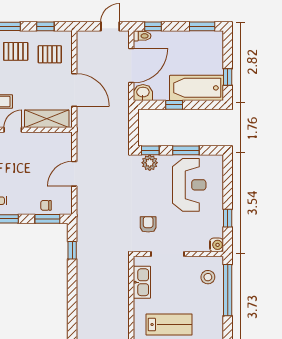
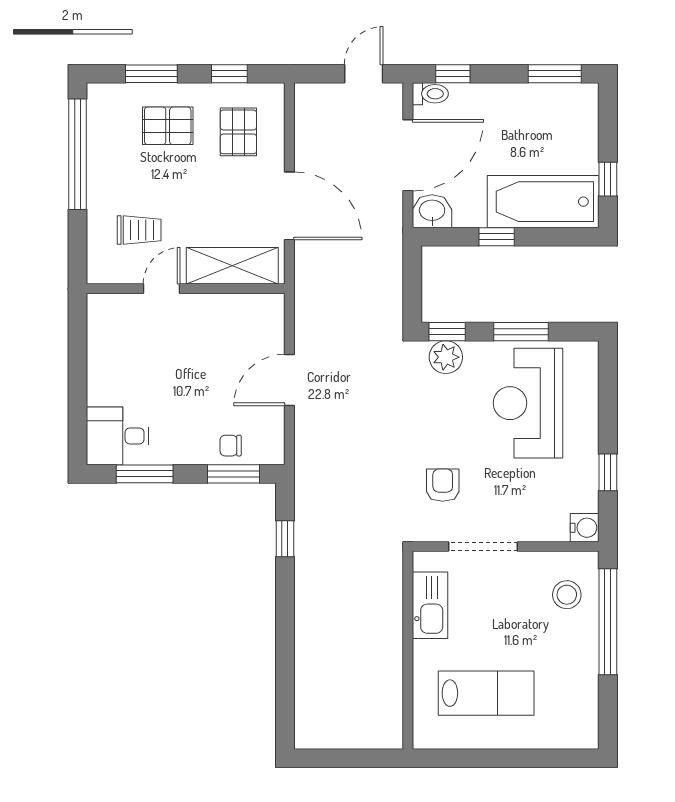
pallet: (50, 54) -> (238, 132), turned 90
reception desk: (189, 185) -> (528, 403), turned 180

